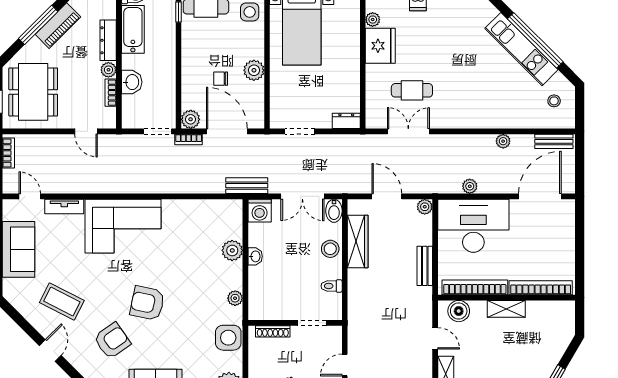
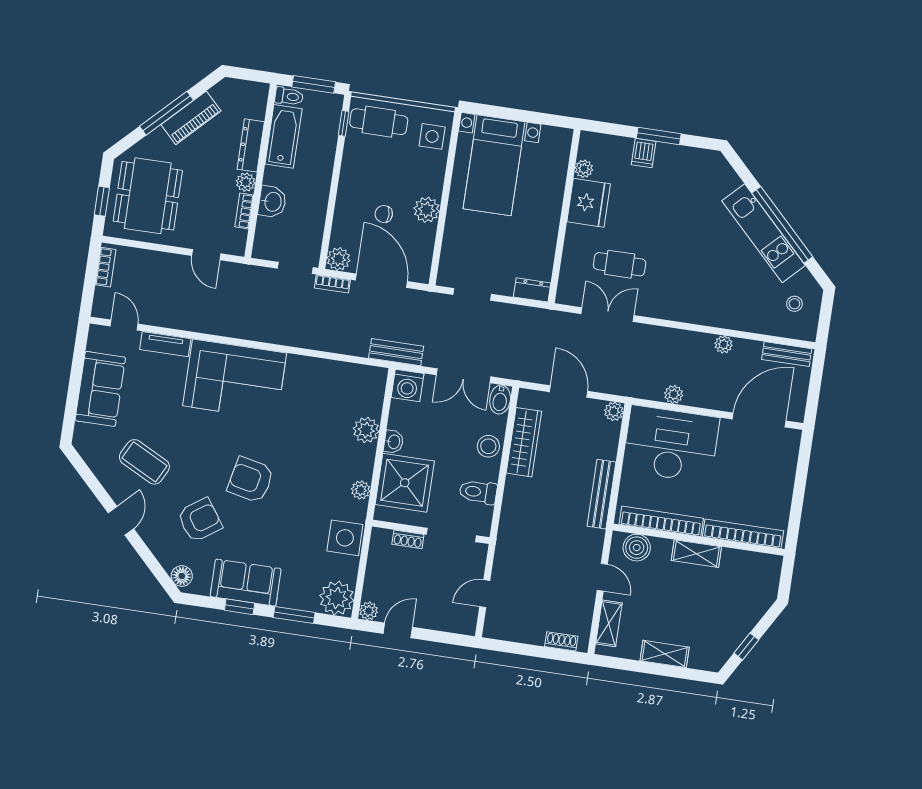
bench: (425, 266) -> (602, 494), width x1.36
toilet: (332, 286) -> (478, 492), width x1.37, depth x1.39
shower: (269, 287) -> (405, 483), added
doorway: (312, 323) -> (451, 535), width x1.38
shoe rack: (273, 331) -> (408, 539), width x0.70

